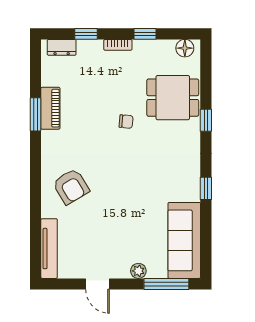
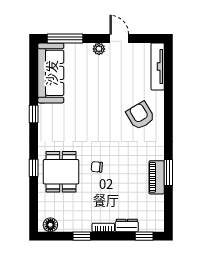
window: (86, 34) -> (144, 236), moved
dresser: (62, 47) -> (127, 225), moved
dining table: (173, 98) -> (61, 172), moved, turned 90
plant: (138, 271) -> (99, 49), moved

